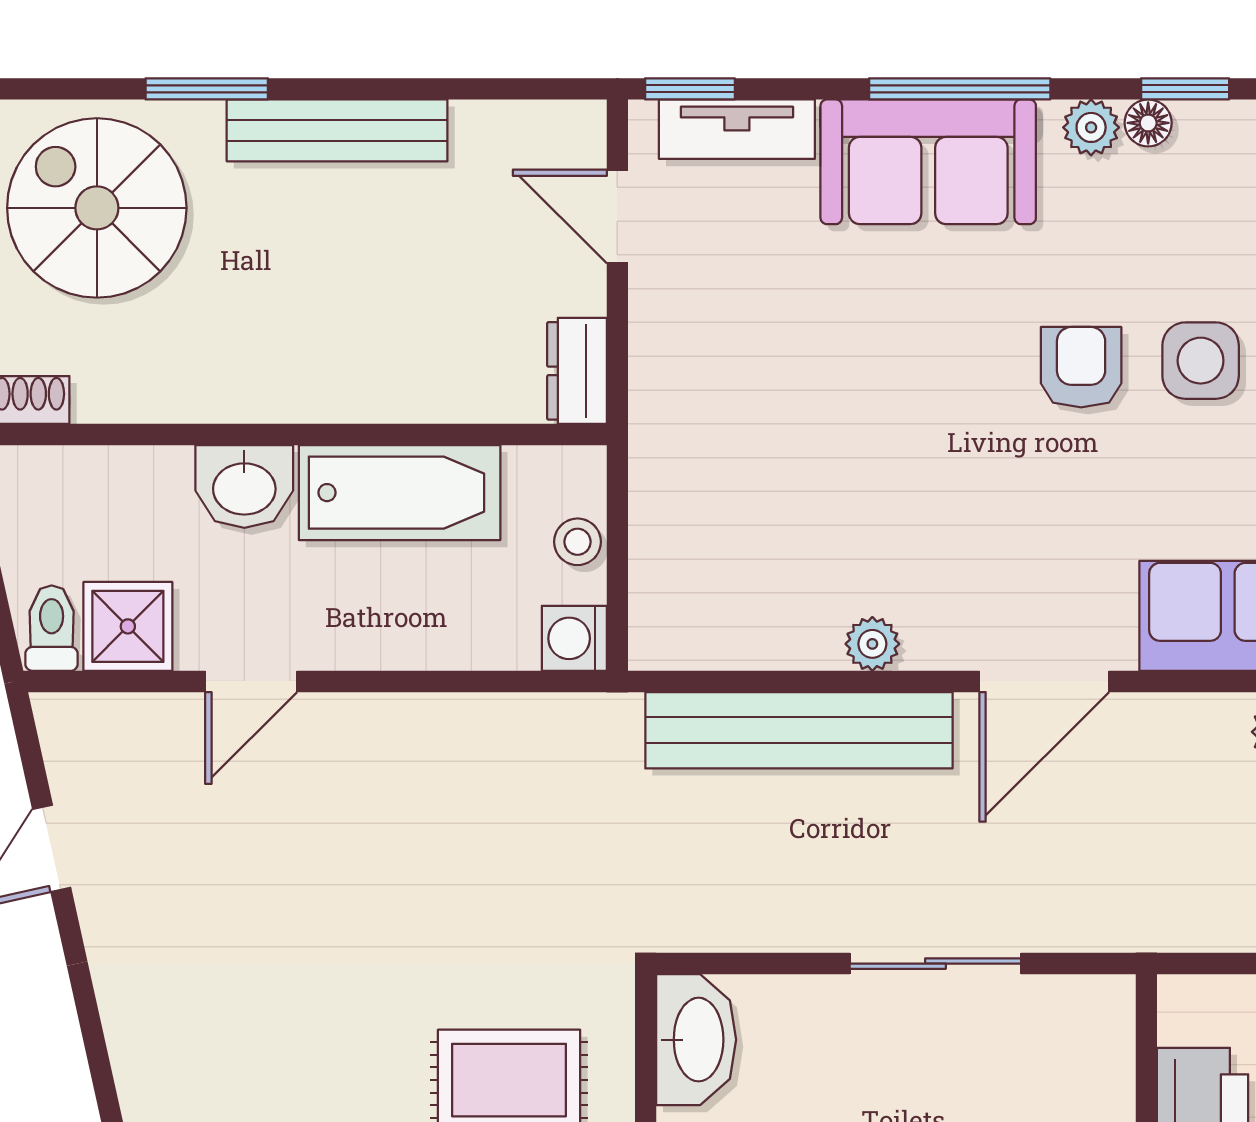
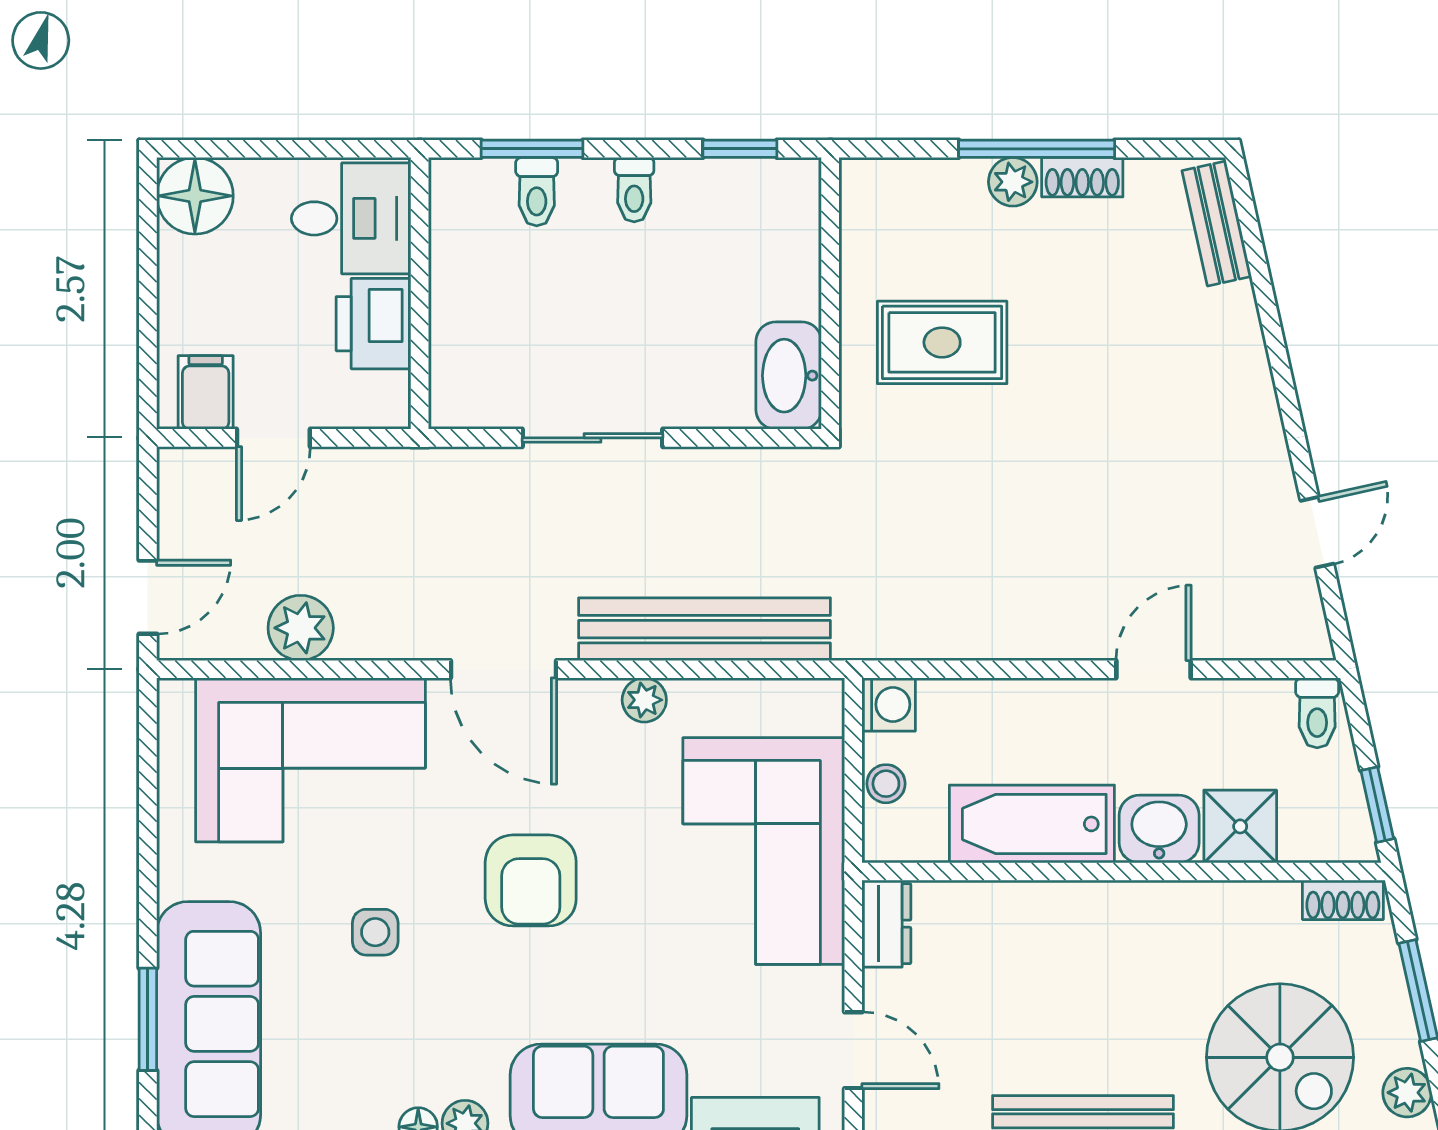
side table: (1201, 361) -> (375, 932), width x0.73, depth x0.73
armchair: (1081, 367) -> (531, 880), moved, width x1.38, depth x1.38
corner sofa: (727, 460) -> (764, 851), added
shower: (128, 626) -> (1240, 826), moved
door: (1044, 681) -> (503, 669), swing flipped

